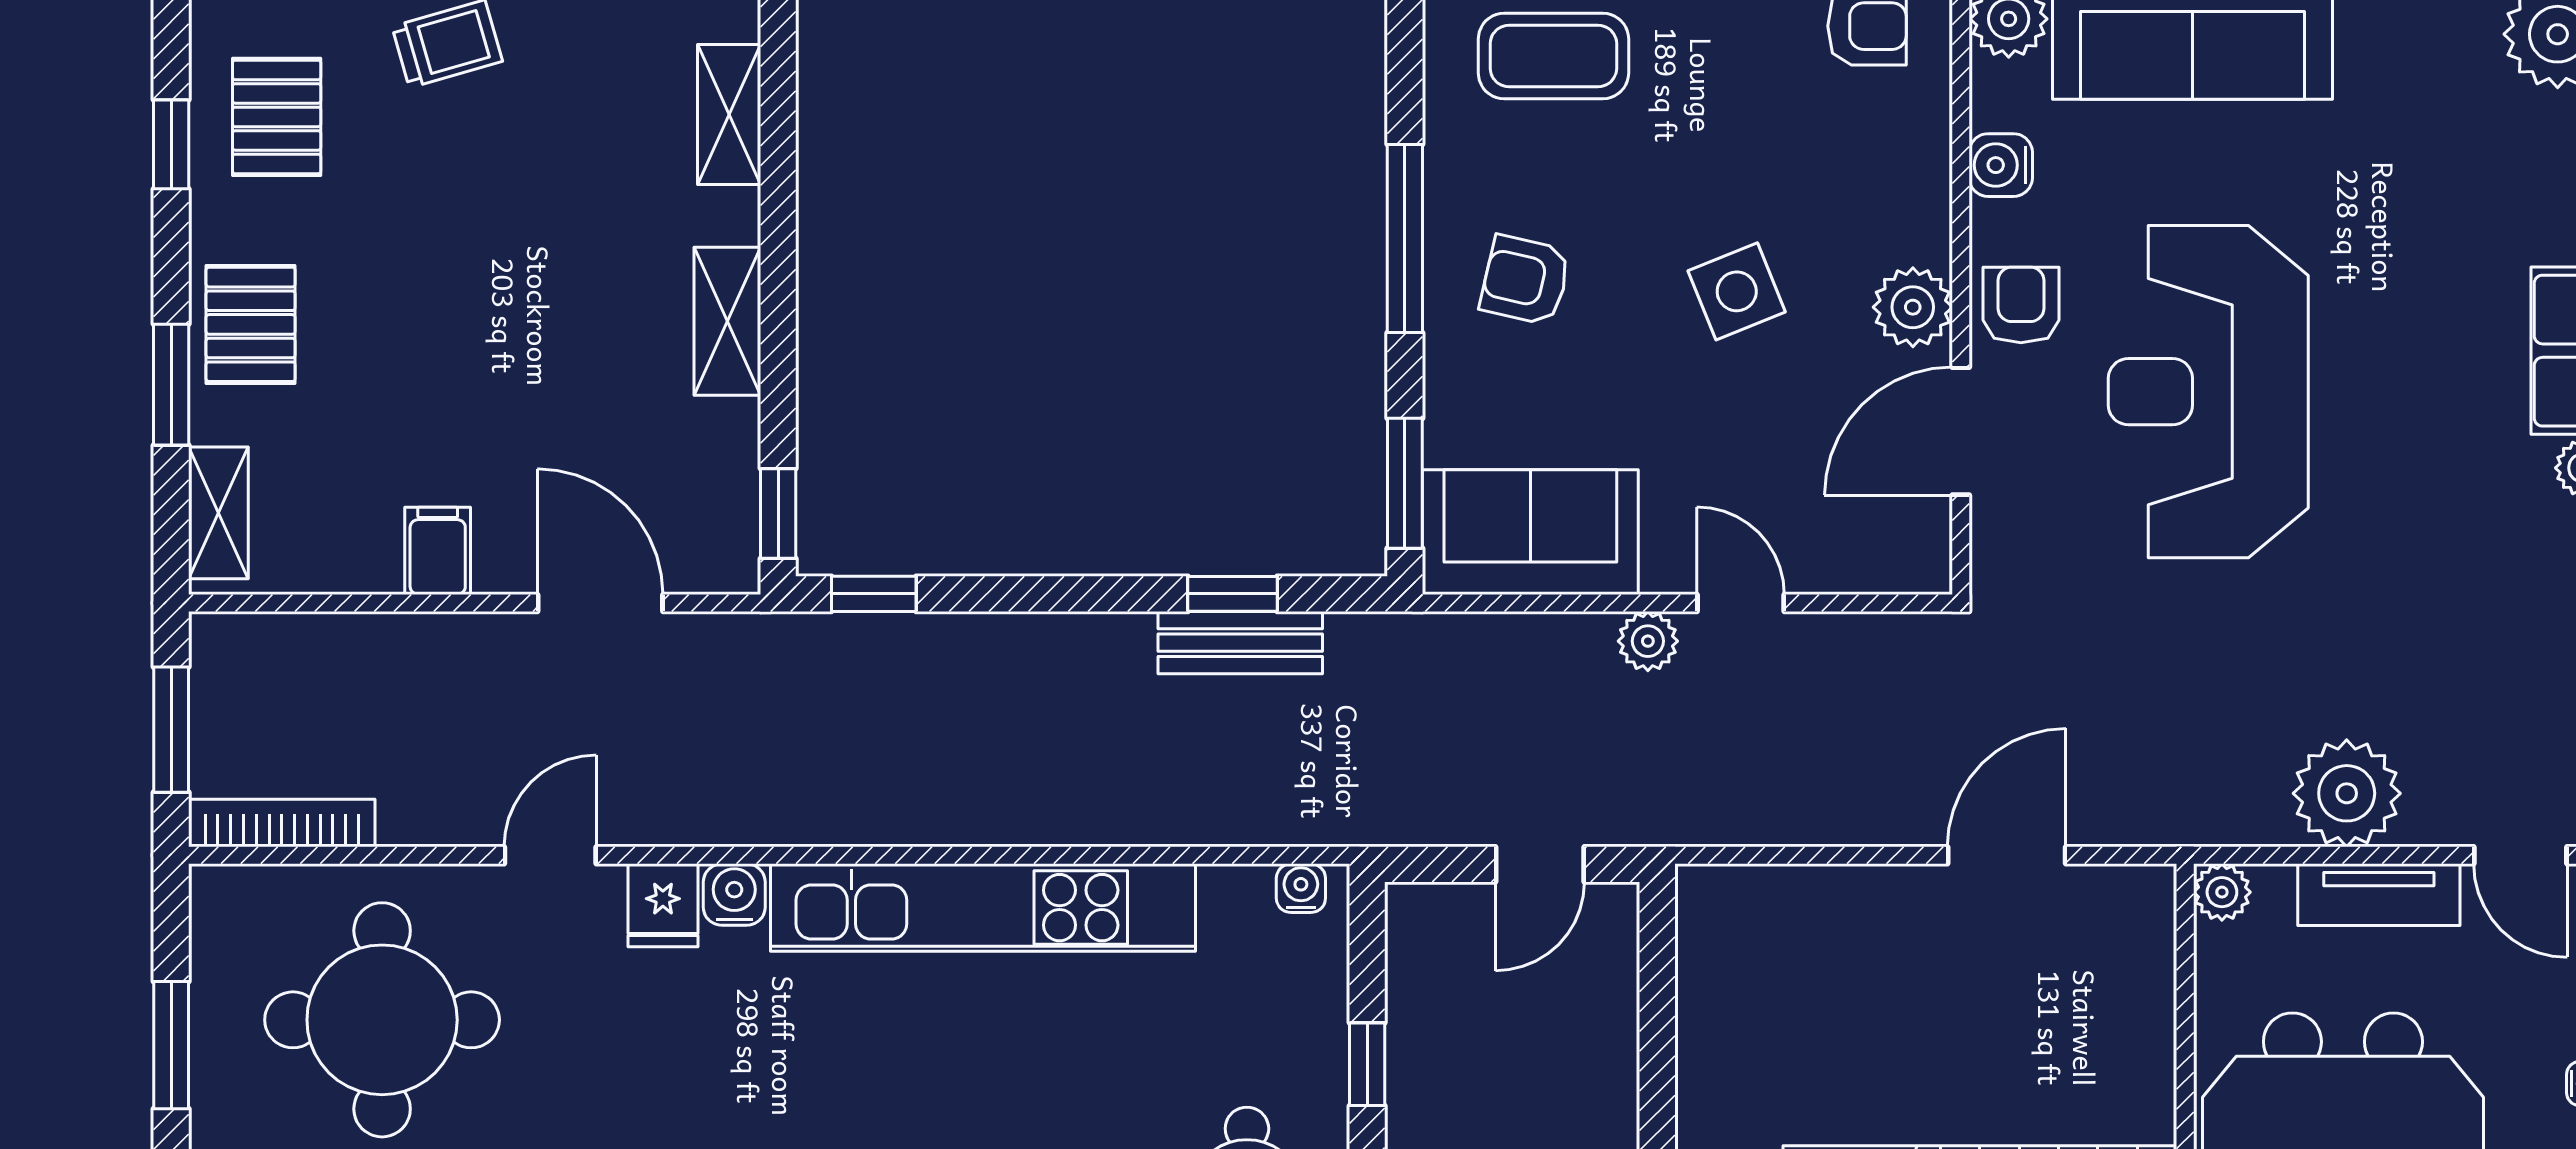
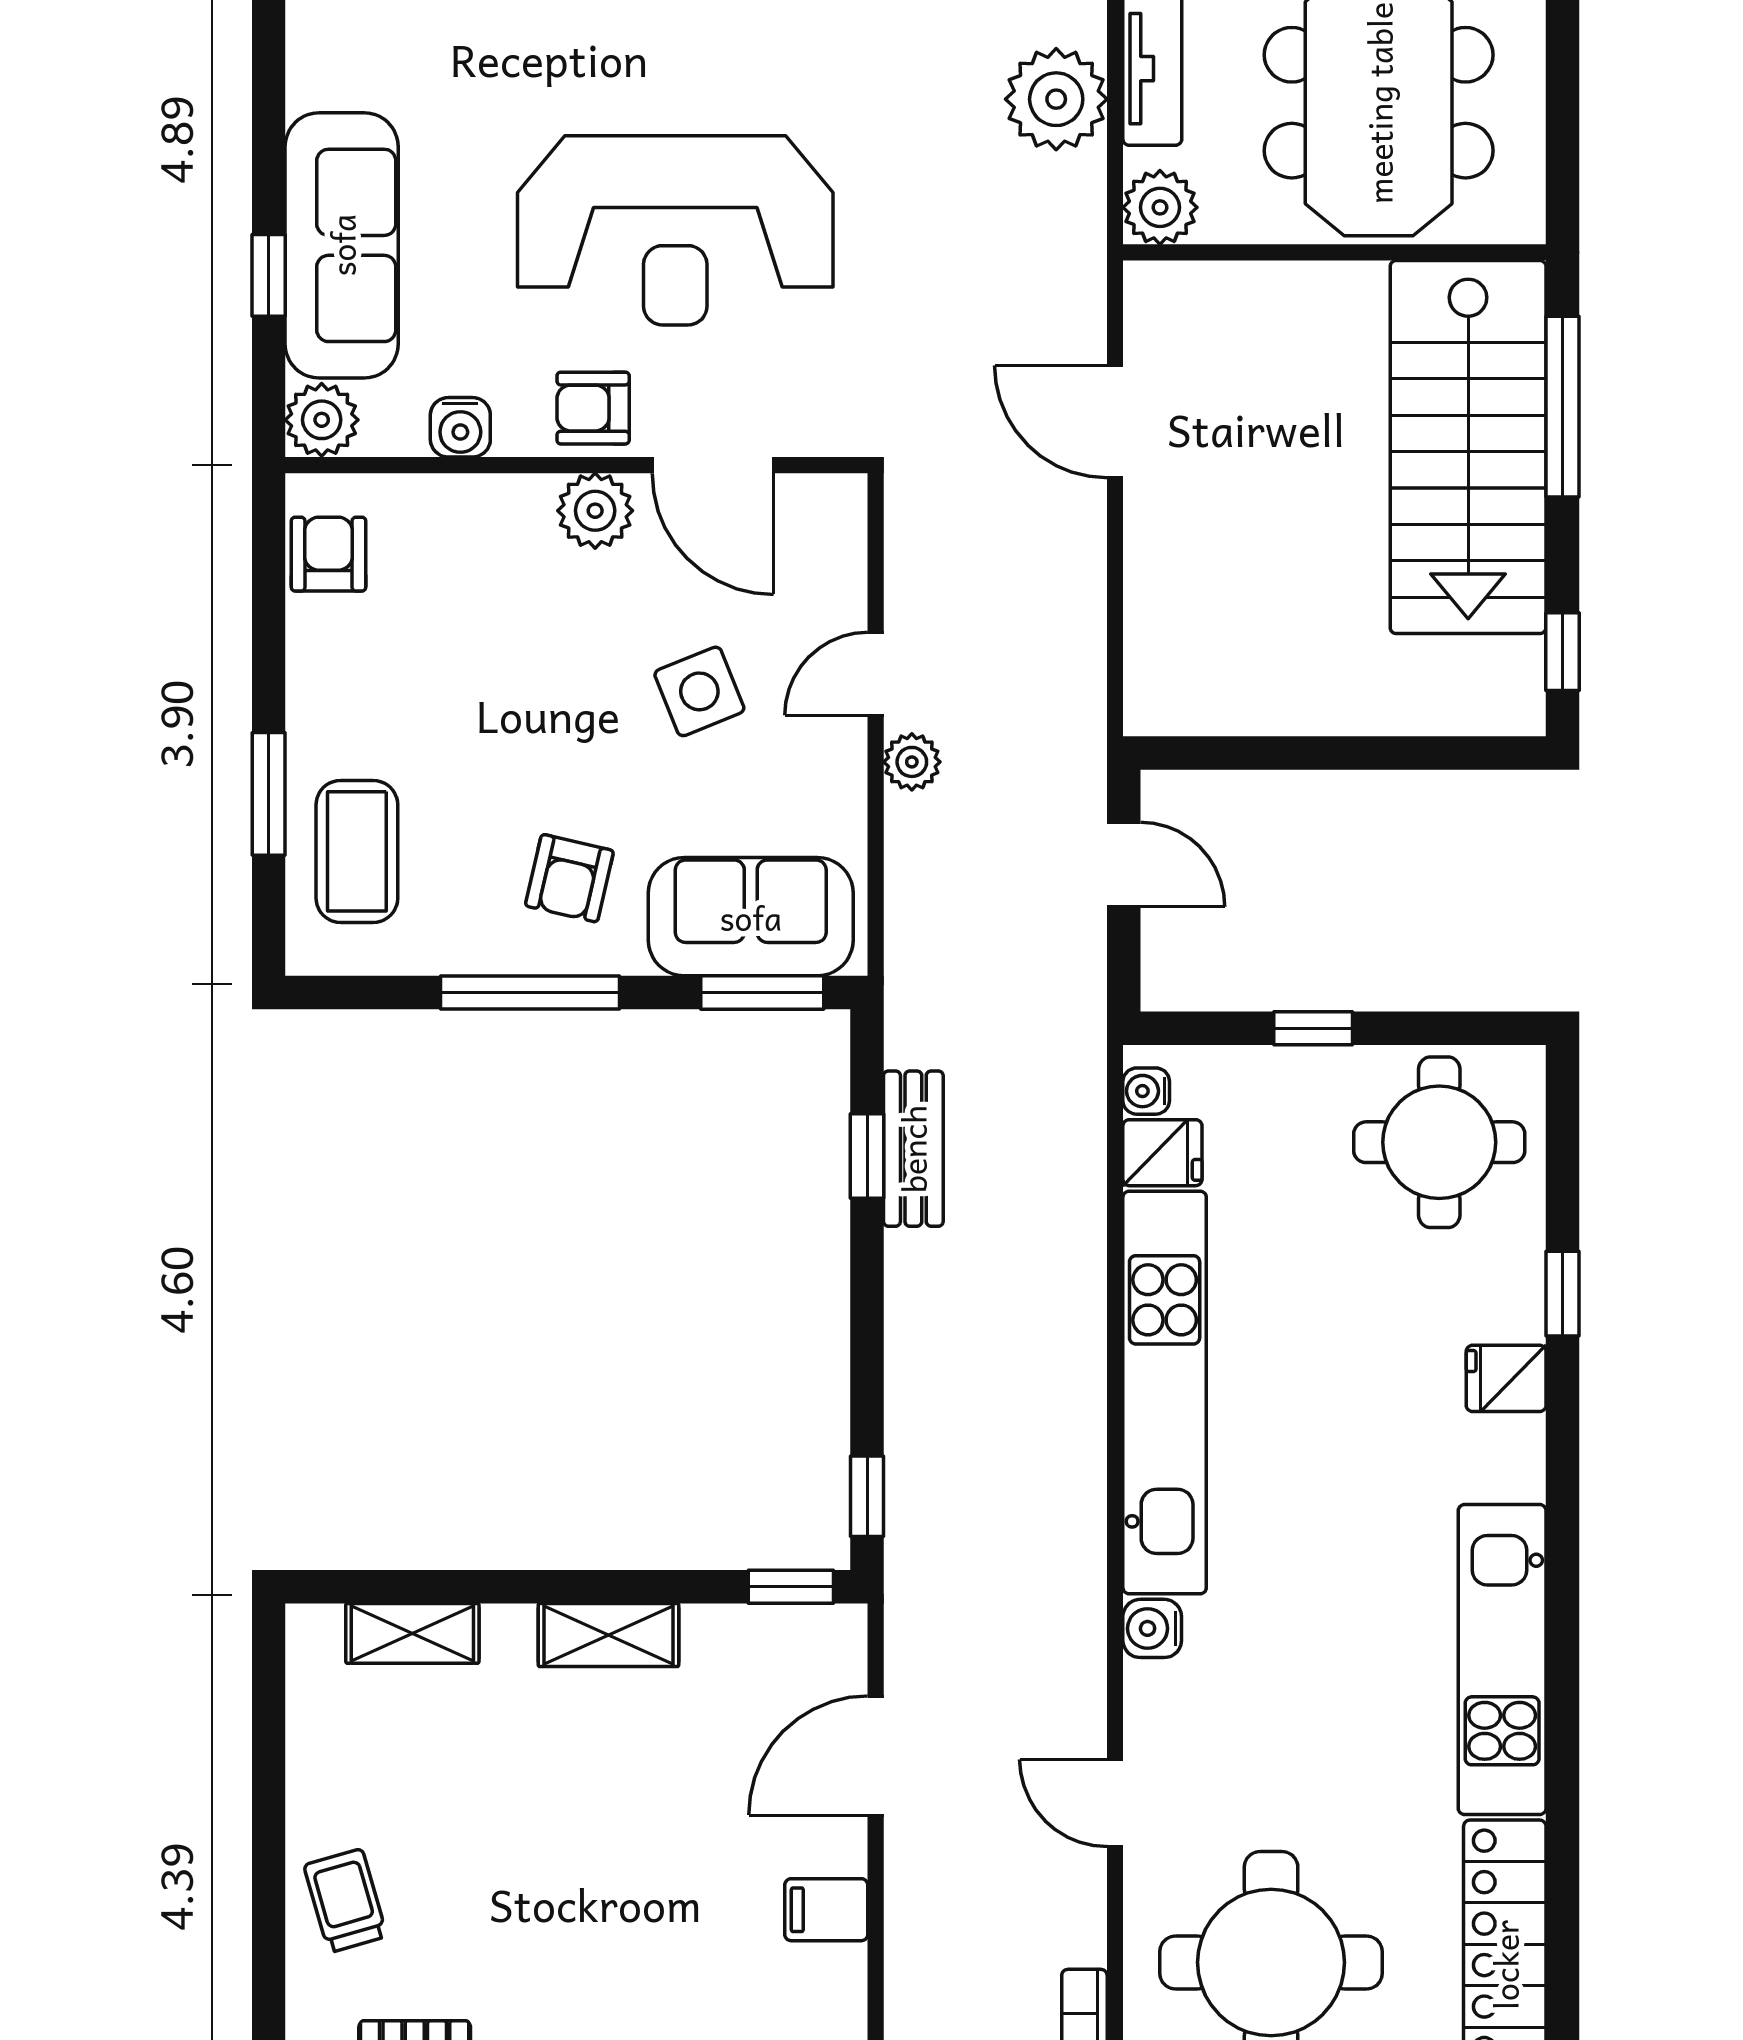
side table: (1737, 291) -> (699, 691), moved
sofa: (1530, 532) -> (751, 917), moved, turned 90
plant: (2222, 892) -> (1160, 207), width x1.38, depth x1.38
fridge: (663, 905) -> (1162, 1153), moved

